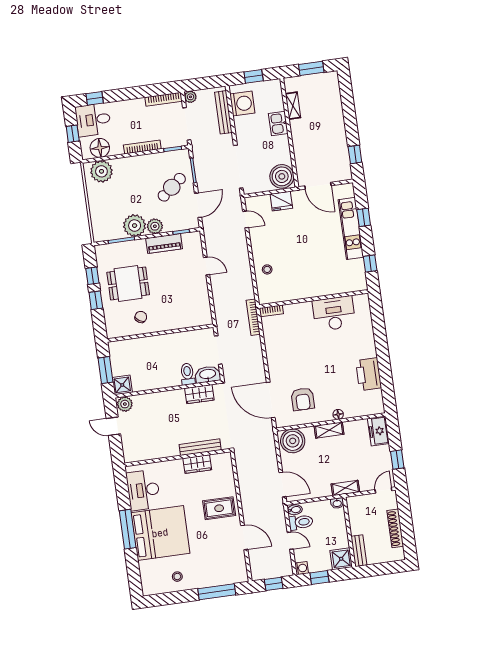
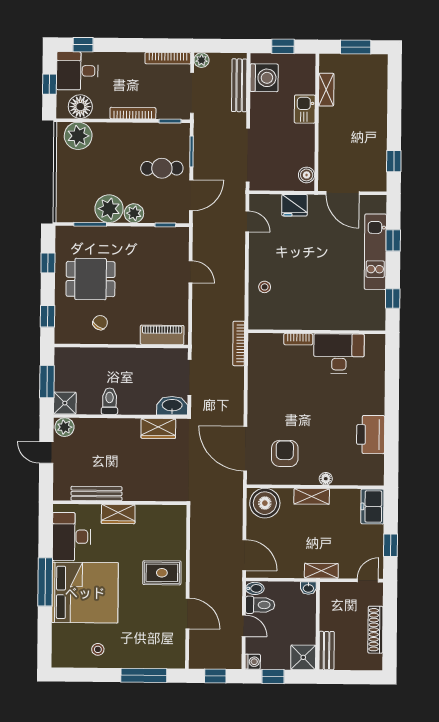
boiler: (282, 176) -> (307, 175), width x0.54, depth x0.54
cafe table: (172, 187) -> (162, 168), turned 38
piano: (164, 243) -> (162, 335), moved, turned 180
window: (96, 300) -> (47, 316), moved
bookcase: (271, 311) -> (298, 339), moved
toilet: (187, 374) -> (110, 401), moved
armchair: (303, 399) -> (285, 453), turned 180
bench: (200, 447) -> (96, 494), moved
wardrobe: (197, 464) -> (118, 514), moved

